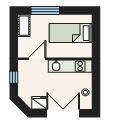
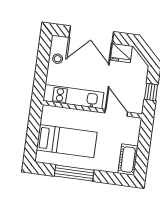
window: (45, 10) -> (74, 173), moved
door: (37, 59) -> (116, 113), swing flipped

